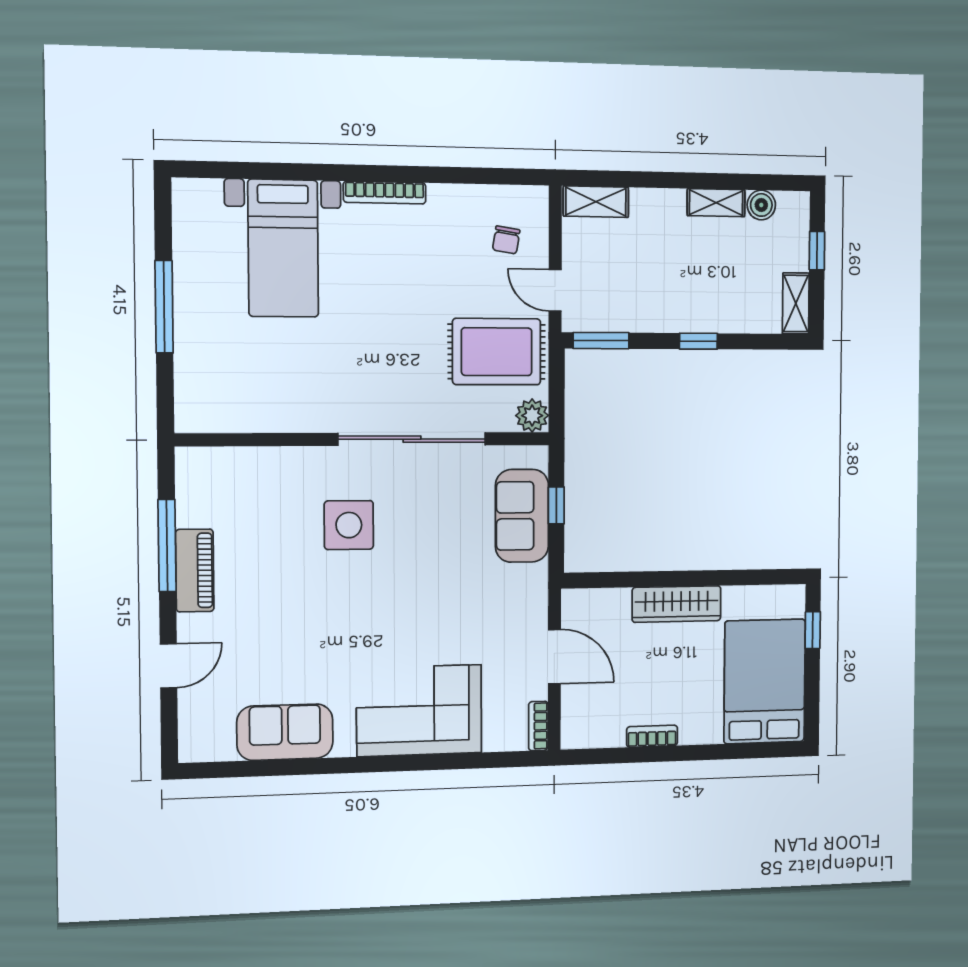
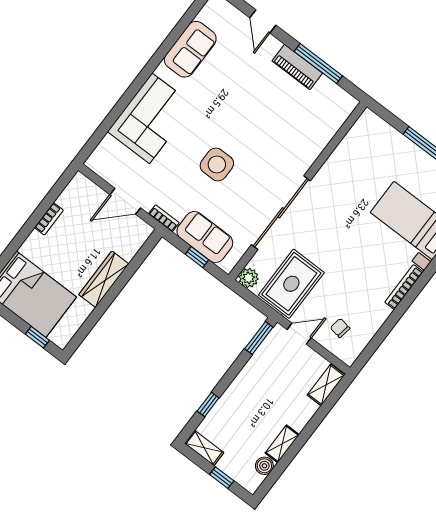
window: (698, 341) -> (208, 404), moved
side table: (349, 525) -> (217, 164), moved
bookcase: (538, 726) -> (164, 218), moved

